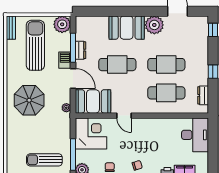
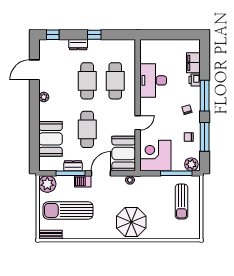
plant: (154, 25) -> (44, 97), width x0.53, depth x0.53
booth: (127, 28) -> (51, 139), moved
dresser: (203, 95) -> (78, 45), moved
parasol: (29, 100) -> (131, 222), moved
desk: (195, 135) -> (153, 80), moved, turned -90

